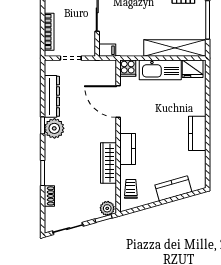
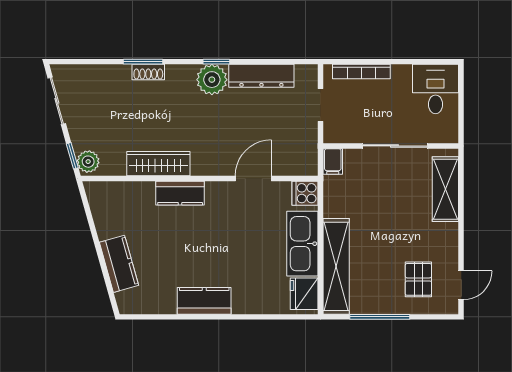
door: (118, 102) -> (253, 178), width x0.73
trolley: (131, 189) -> (118, 198), removed
shoe rack: (49, 196) -> (148, 72), moved

